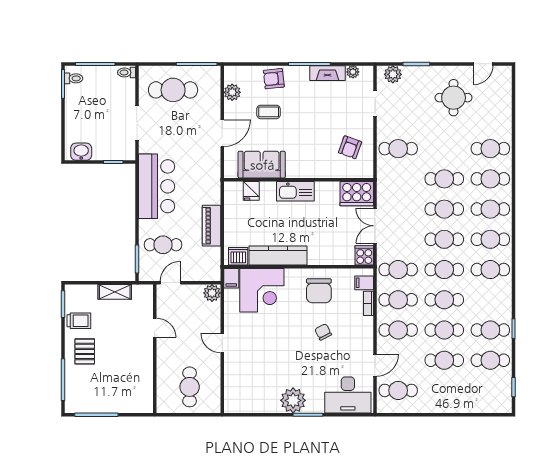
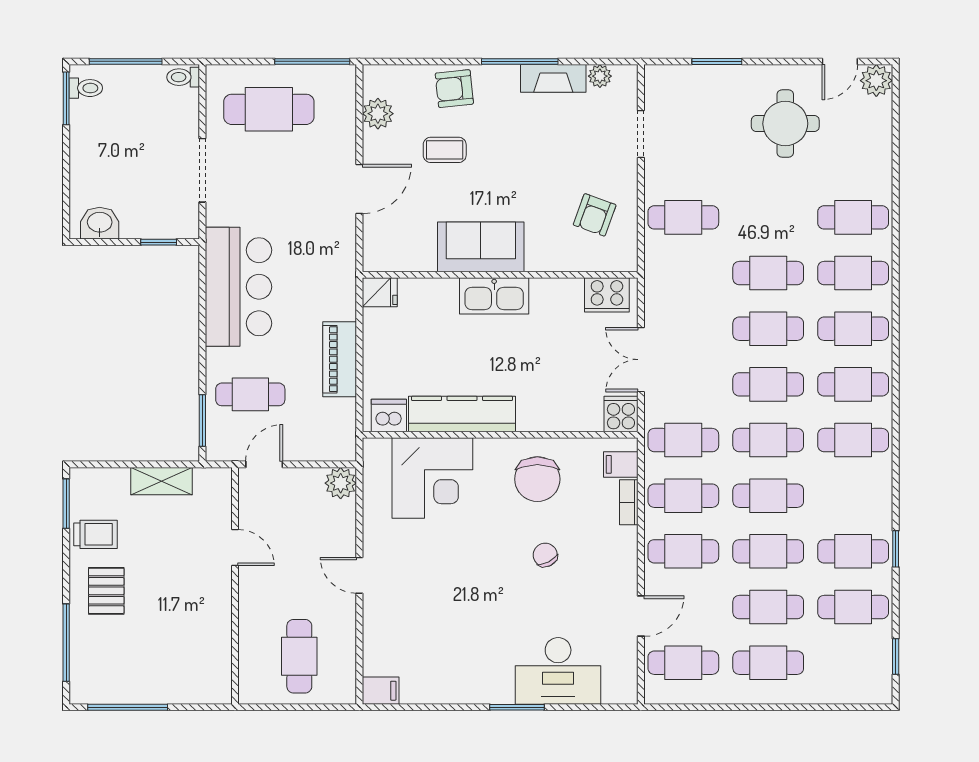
plant: (393, 74) -> (876, 81), moved
sofa: (262, 165) -> (481, 247), moved
fridge: (251, 191) -> (380, 292), moved, turned -90
cooker: (357, 194) -> (607, 295), width x0.73, depth x0.76
filing cabinet: (231, 278) -> (381, 691), moved, turned -90
cafe table: (444, 390) -> (768, 663), added
desk: (348, 395) -> (558, 671), moved
plant: (293, 400) -> (490, 681), removed

